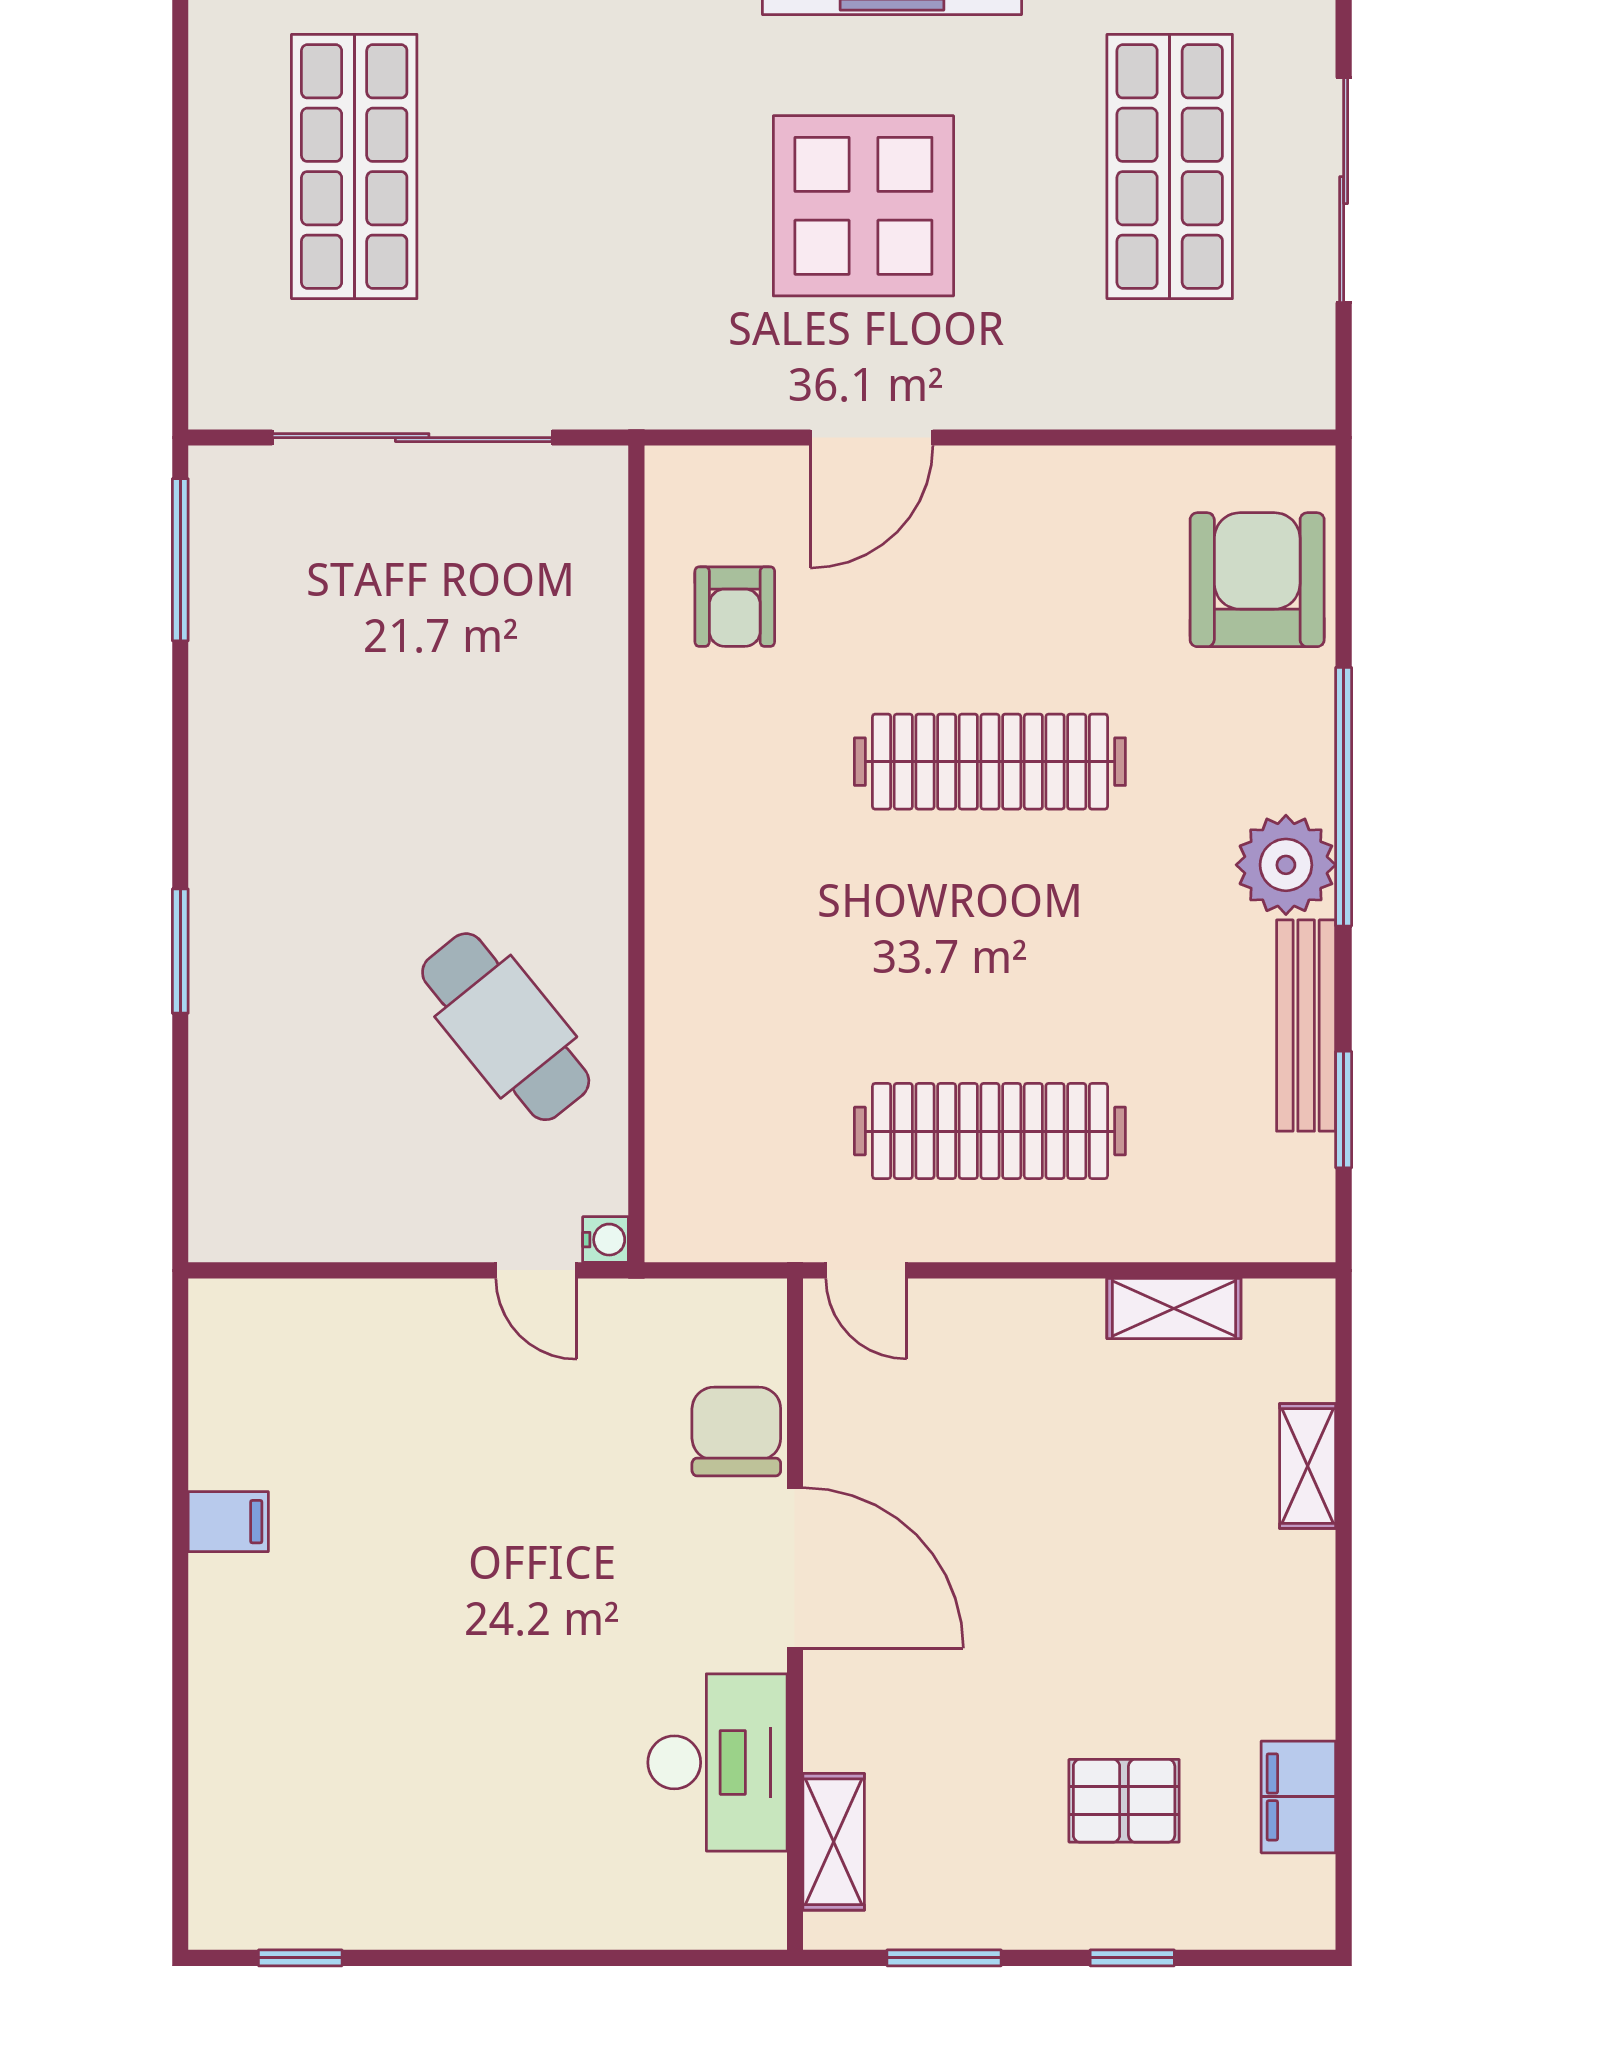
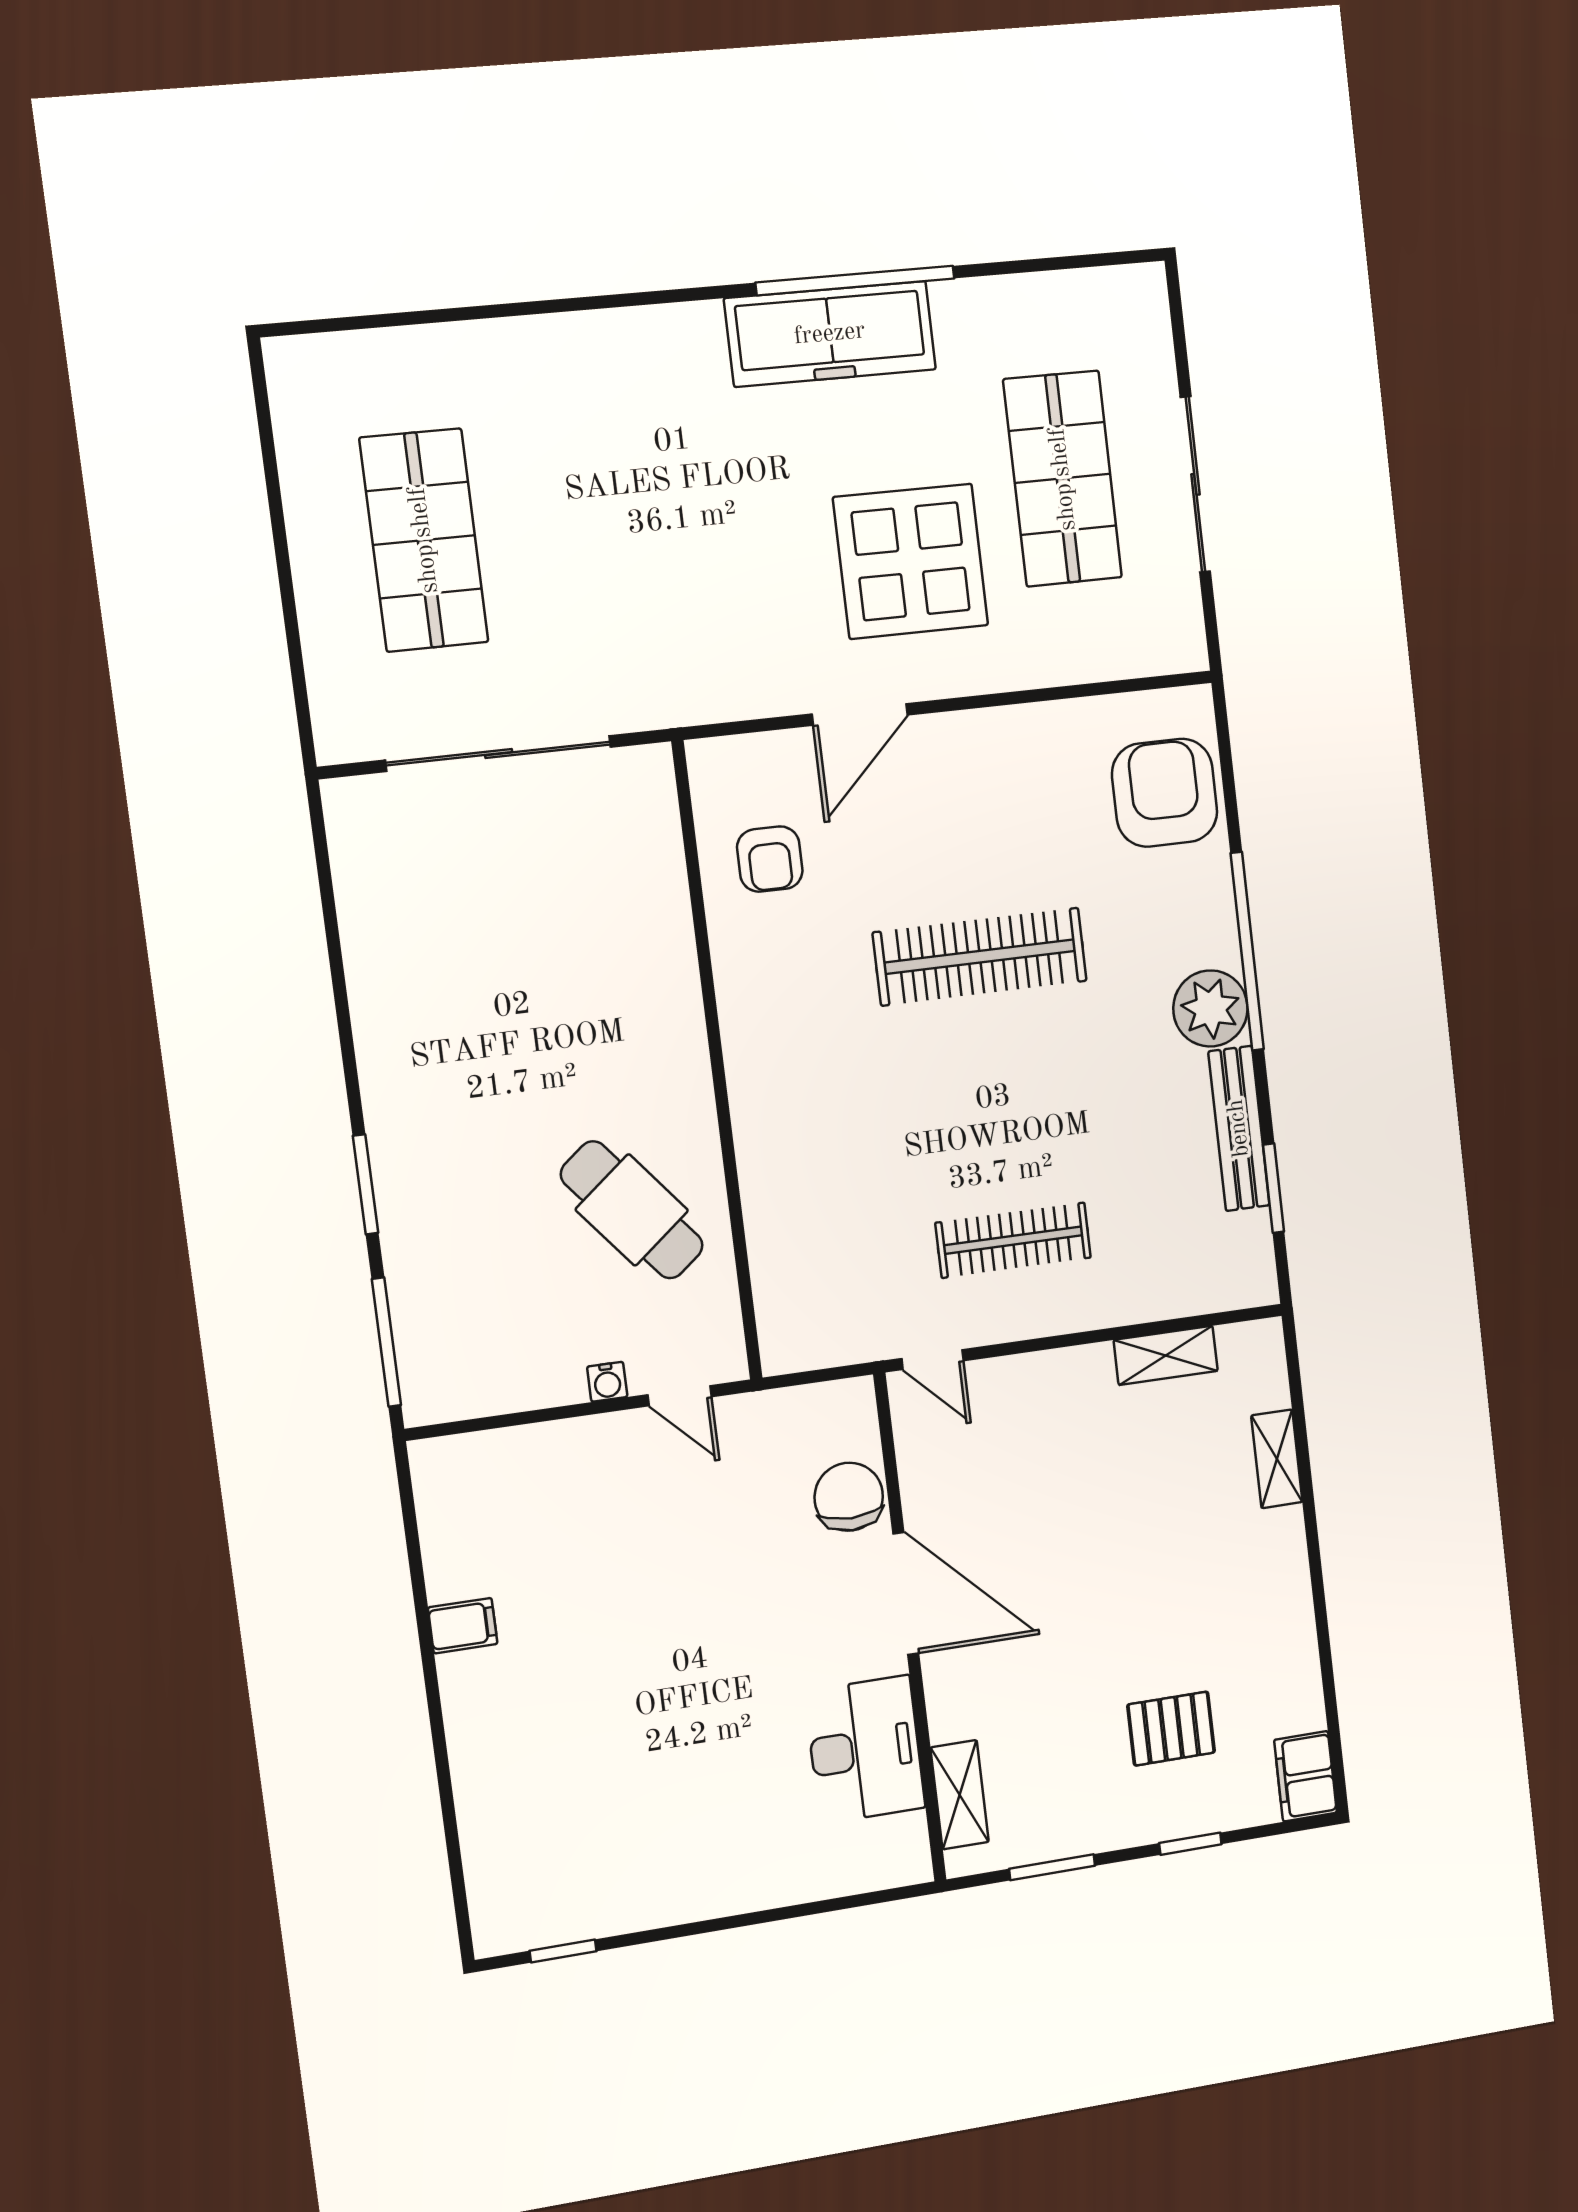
display table: (863, 206) -> (911, 561), moved
window: (180, 560) -> (386, 1342), moved
clothes rail: (990, 1131) -> (1013, 1240), width x0.73, depth x0.76
water cooler: (606, 1240) -> (607, 1382), moved, turned 90
filing cabinet: (1298, 1797) -> (1306, 1776), moved

